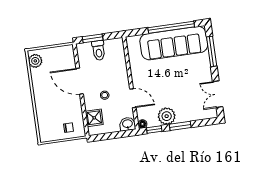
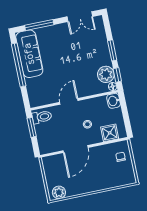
window: (93, 38) -> (32, 127), moved
sofa: (174, 43) -> (29, 54), width x0.74, depth x0.79
toilet: (99, 50) -> (42, 117), moved
door: (133, 98) -> (69, 101), moved
plant: (167, 116) -> (106, 74), moved

